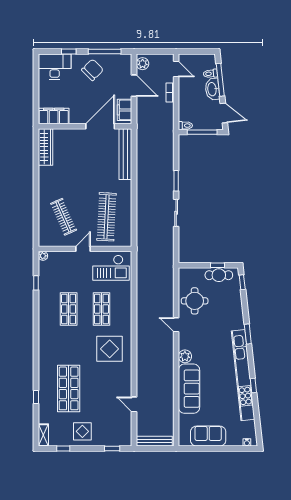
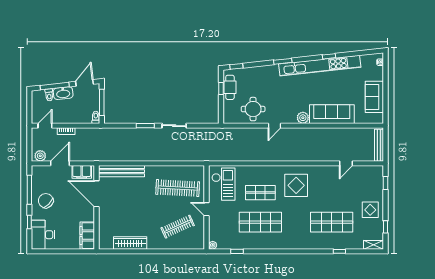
wardrobe: (45, 147) -> (130, 243), moved
shop shelf: (69, 309) -> (260, 222), width x1.43, depth x1.36

